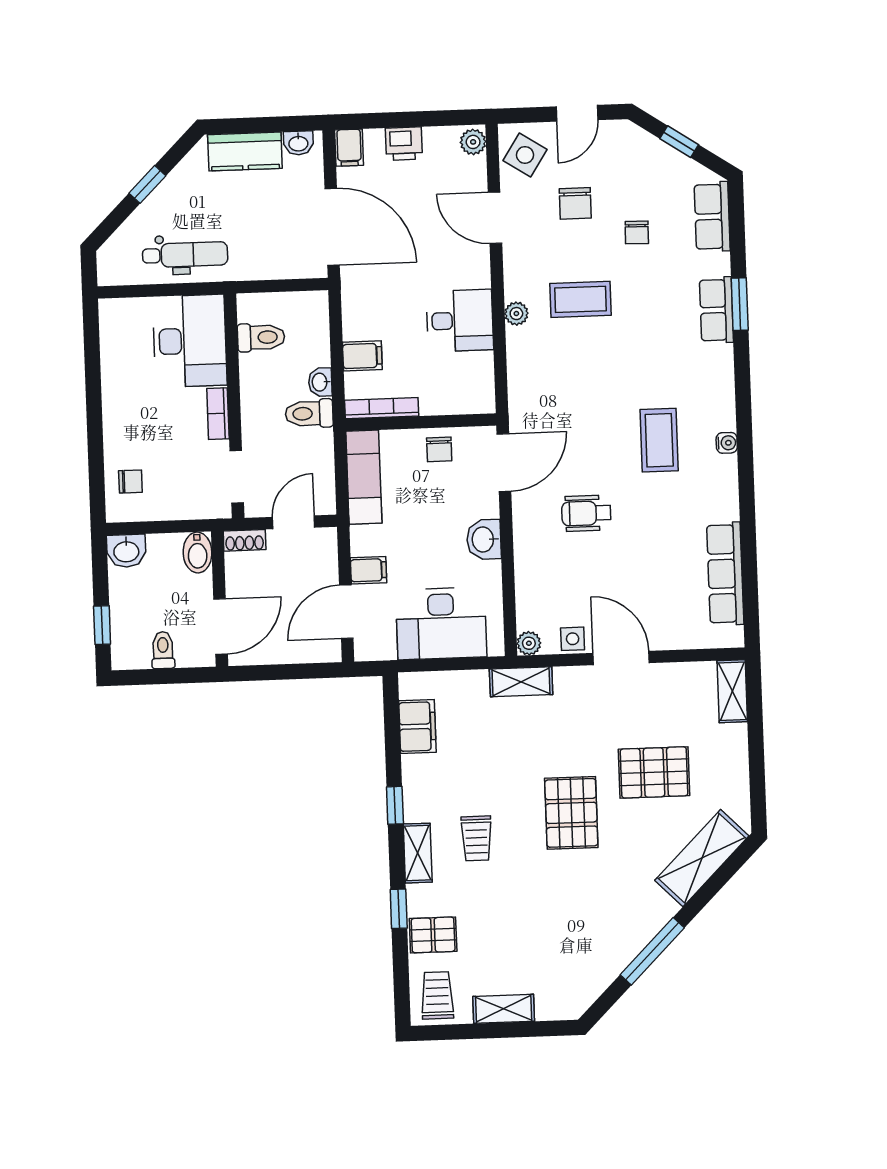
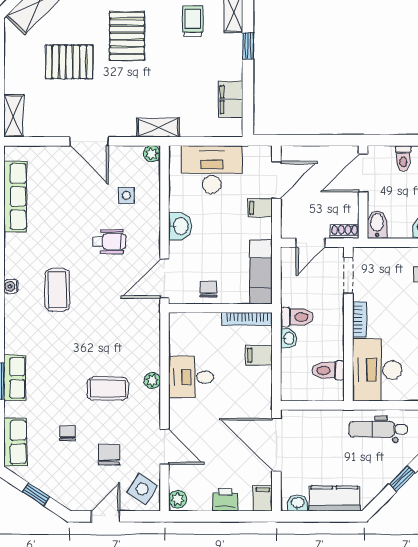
side table: (573, 639) -> (126, 195), moved

